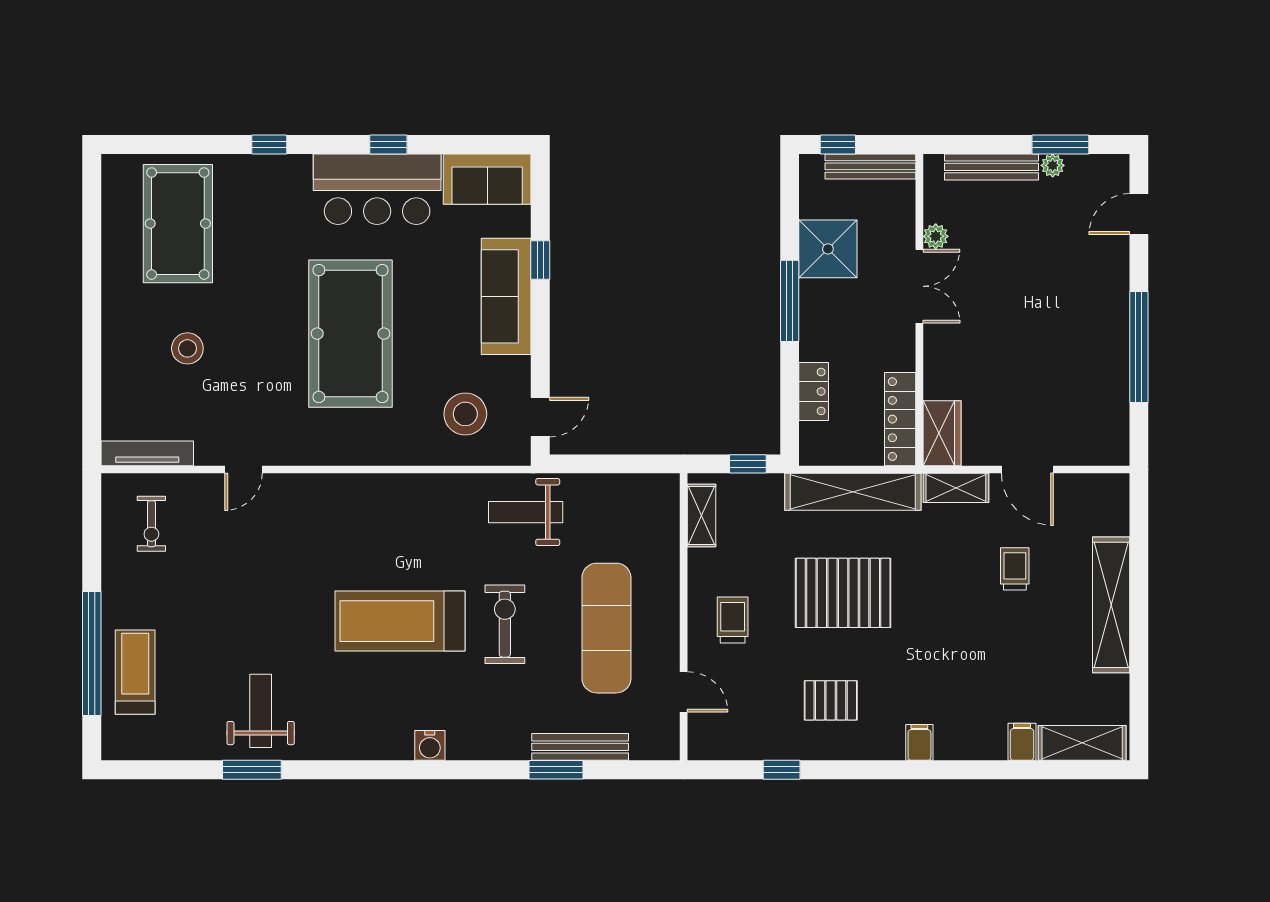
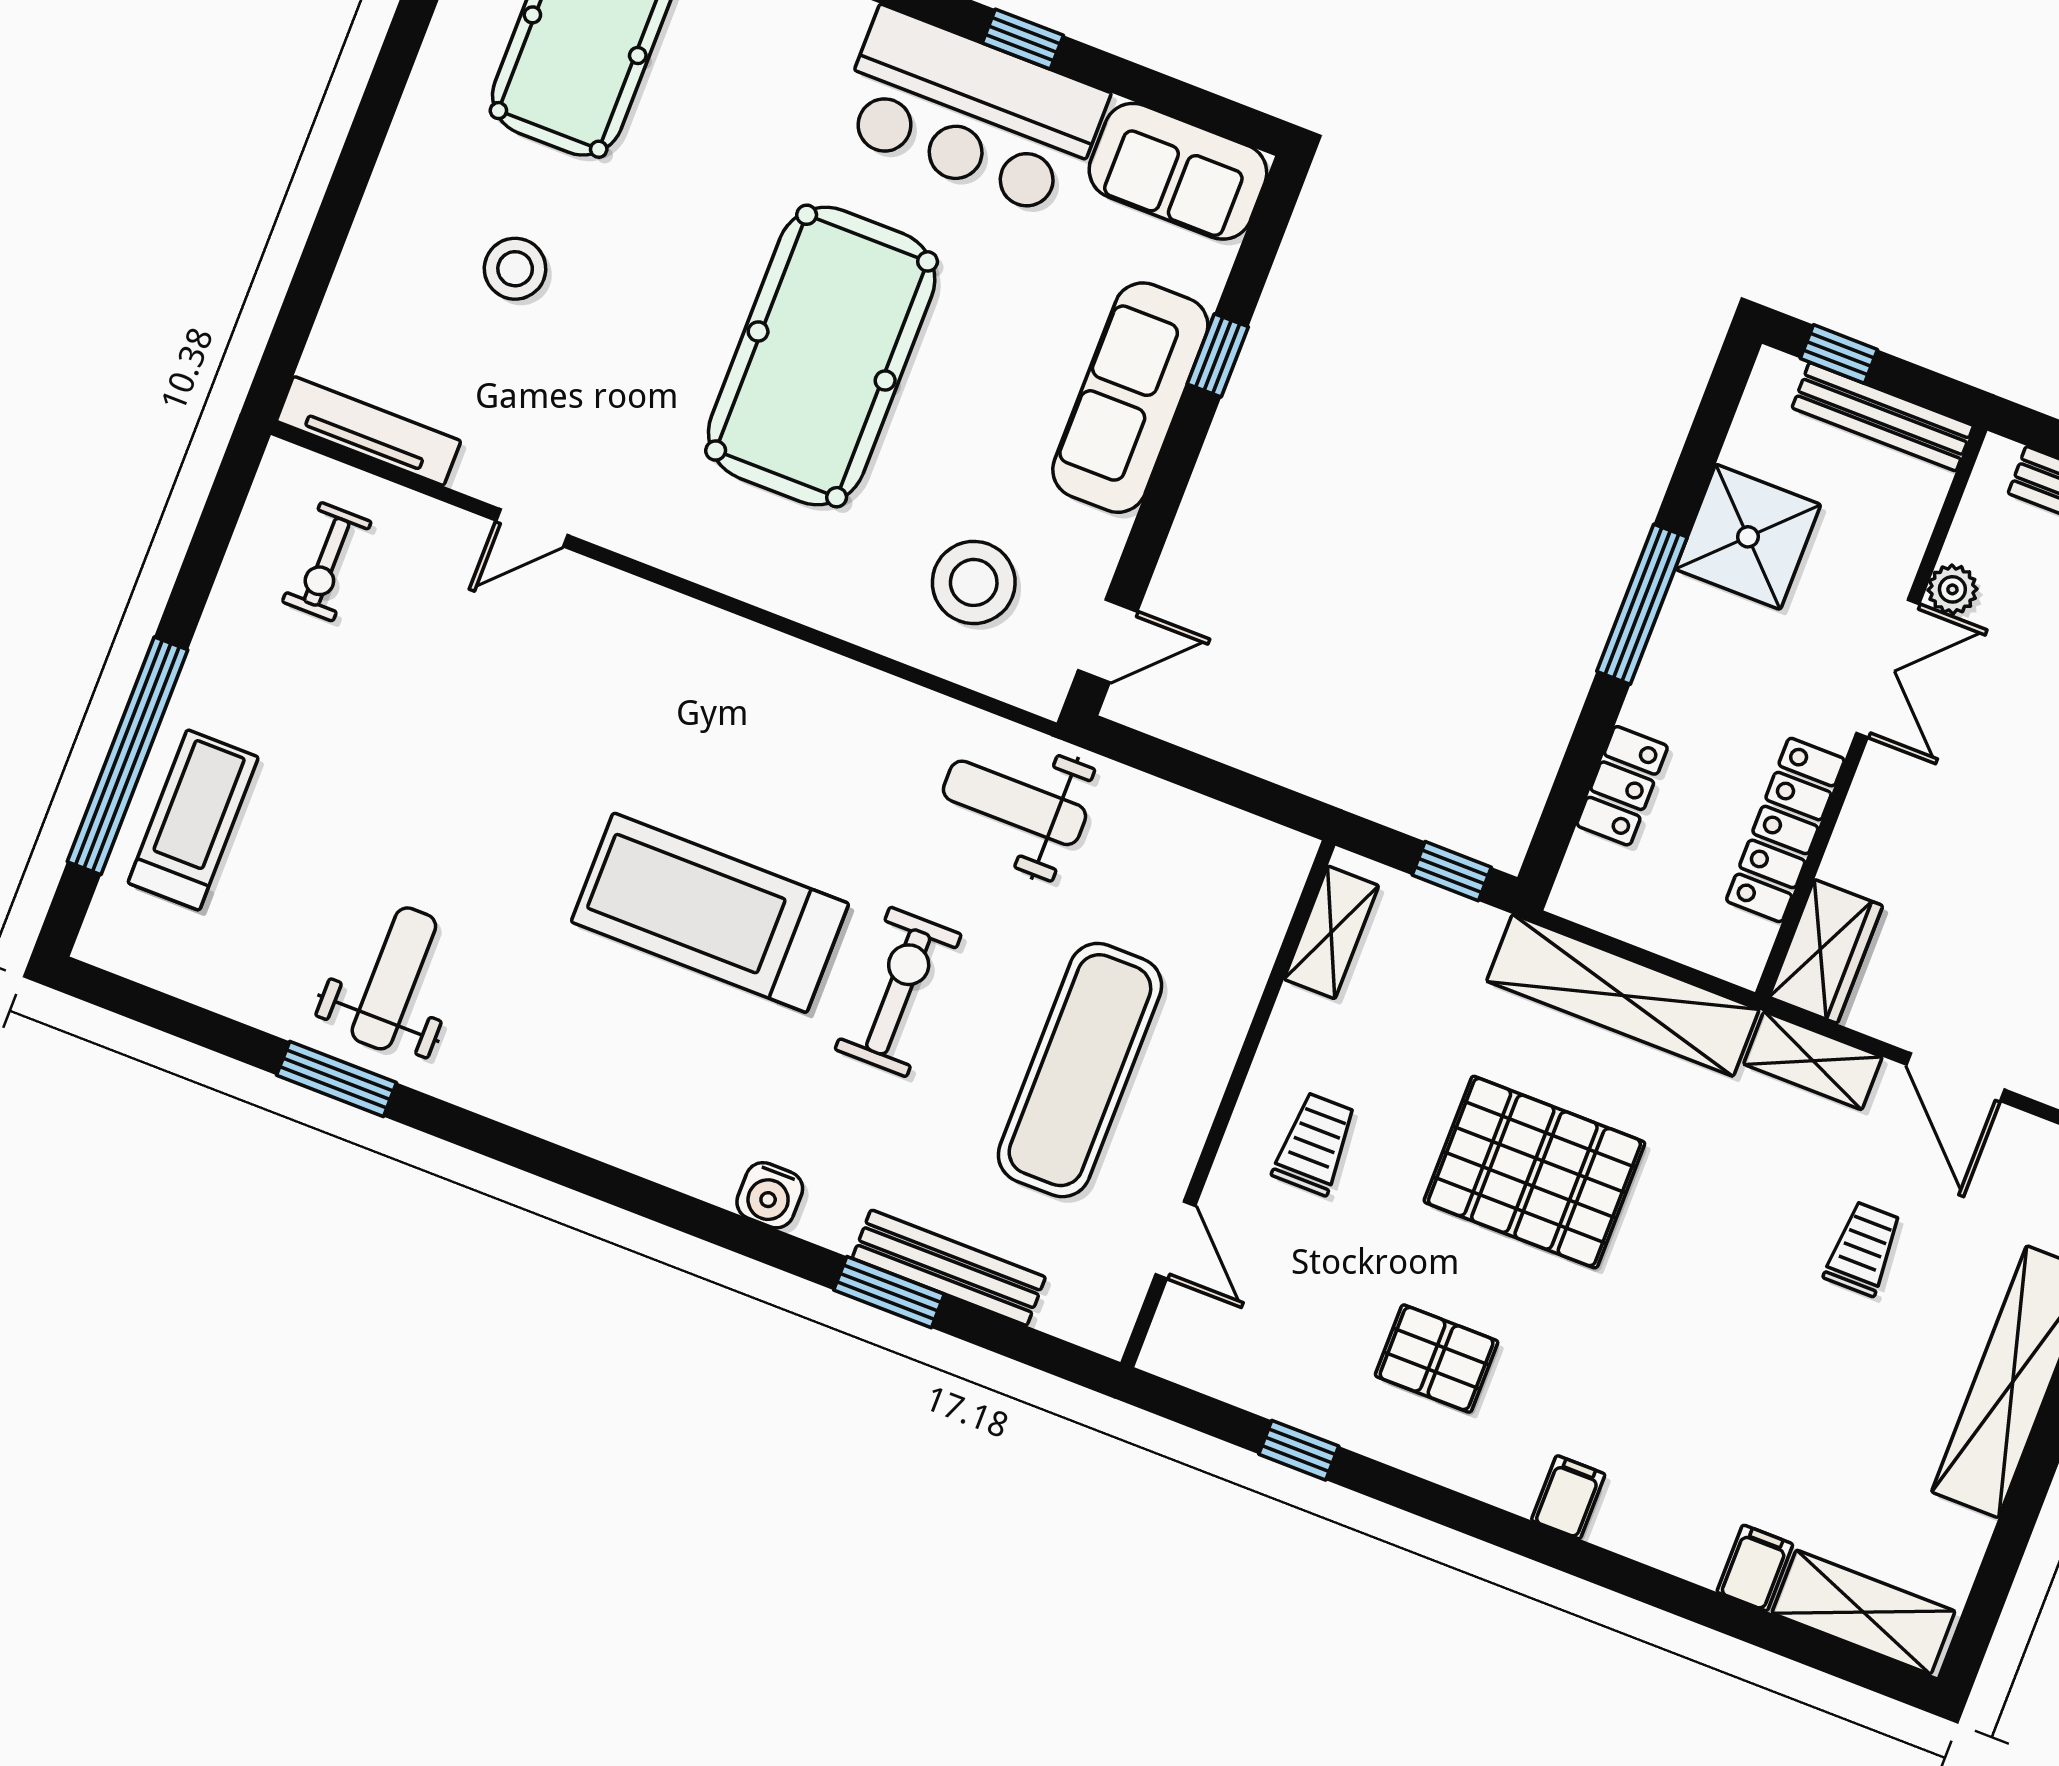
locker: (900, 419) -> (1785, 830), moved
water cooler: (430, 745) -> (770, 1195), moved

